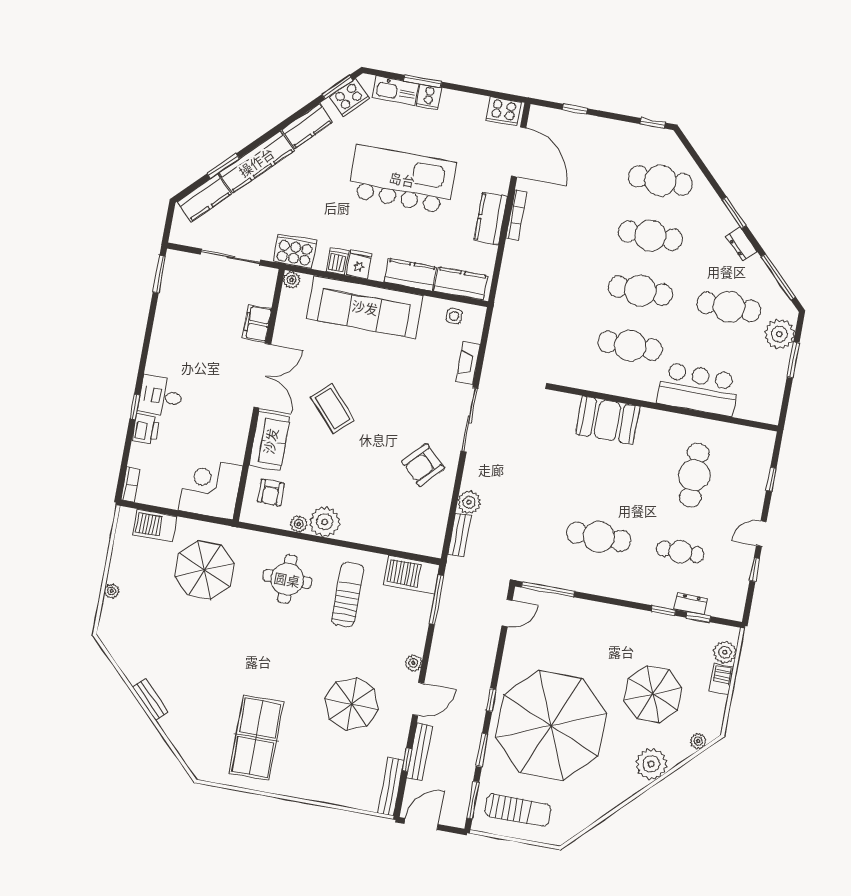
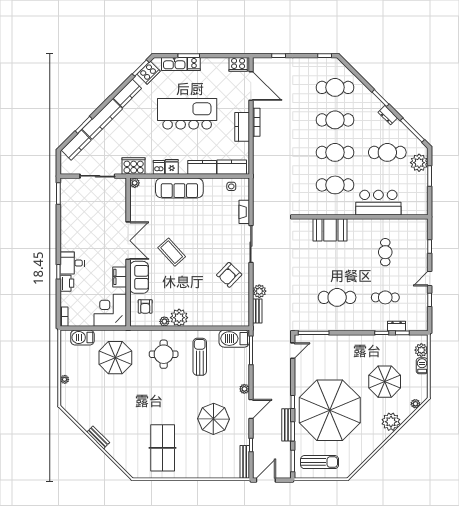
sofa: (365, 307) -> (179, 188), width x0.74, depth x0.79
filing cabinet: (257, 323) -> (120, 277), moved
cafe table: (694, 475) -> (385, 252), width x0.73, depth x0.74
bench: (420, 752) -> (286, 425), moved

